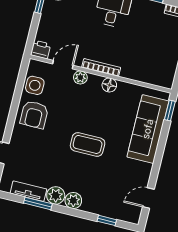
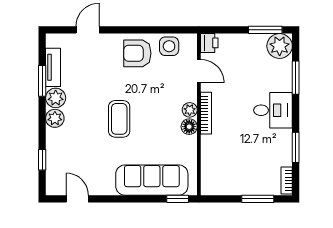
plant: (80, 77) -> (190, 110), moved

